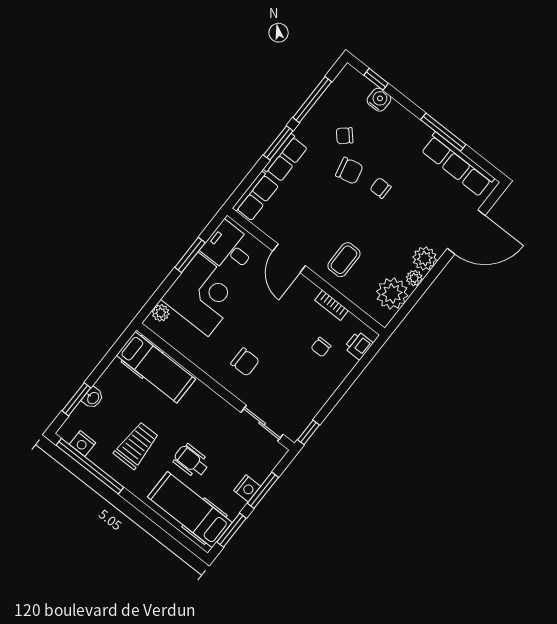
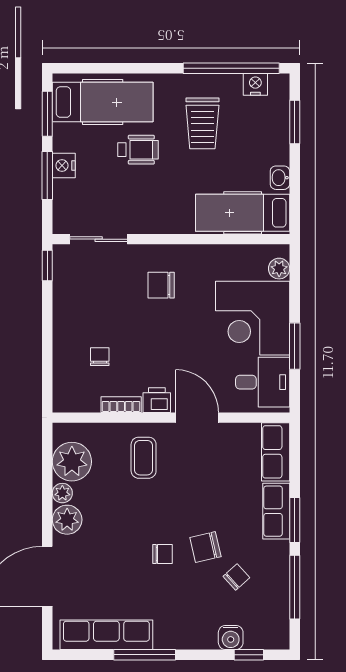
printer: (359, 345) -> (157, 400), moved, turned -90
washbasin: (93, 398) -> (280, 178), moved

